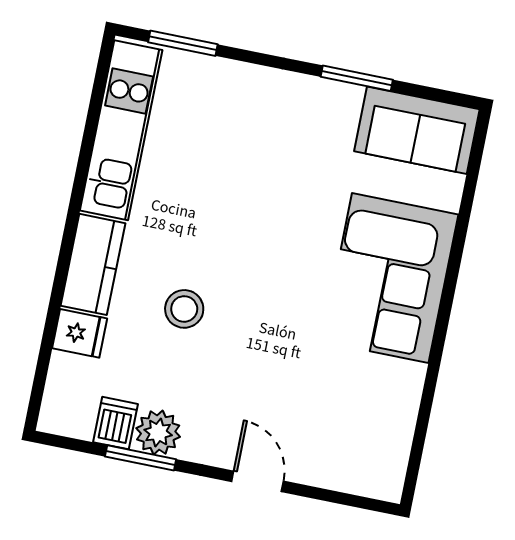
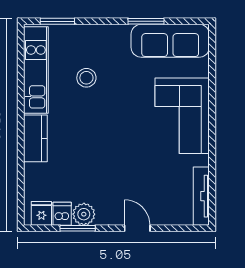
sofa: (417, 130) -> (170, 41), width x1.36
stool: (184, 309) -> (86, 78), moved
fridge: (80, 333) -> (41, 213), moved, turned -90
tv unit: (396, 444) -> (201, 196), added

